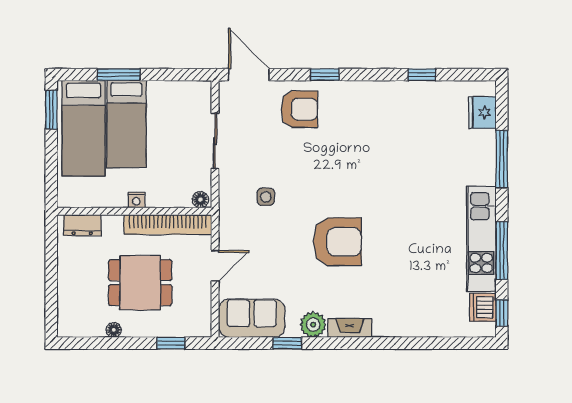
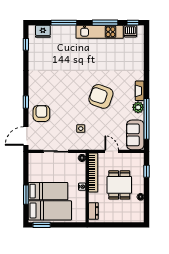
window: (422, 75) -> (26, 44), moved
armchair: (337, 242) -> (101, 96), turned -70
window: (287, 343) -> (146, 119), width x3.17

